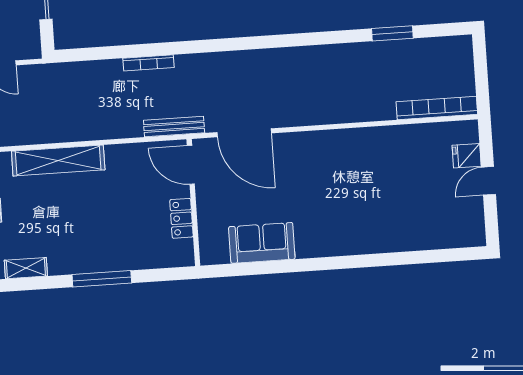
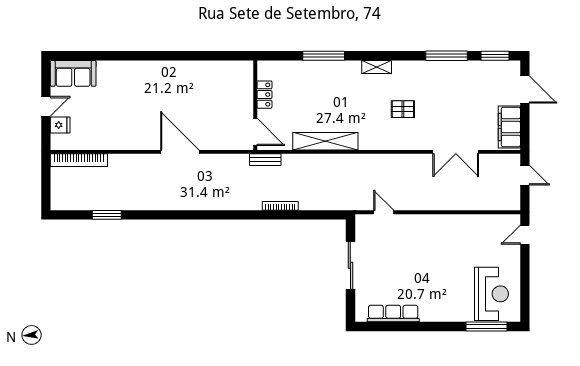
bench: (174, 127) -> (265, 160), width x0.73
door: (244, 133) -> (180, 152), moved
shelving: (58, 161) -> (325, 141), moved
sofa: (262, 243) -> (73, 73), moved

